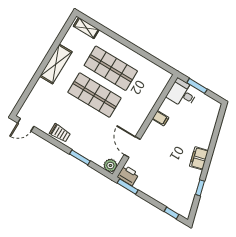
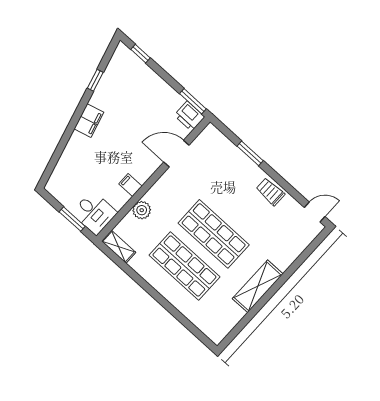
shelving: (86, 28) -> (119, 247), moved
door: (132, 147) -> (176, 154), swing flipped
plant: (110, 165) -> (142, 210), moved

